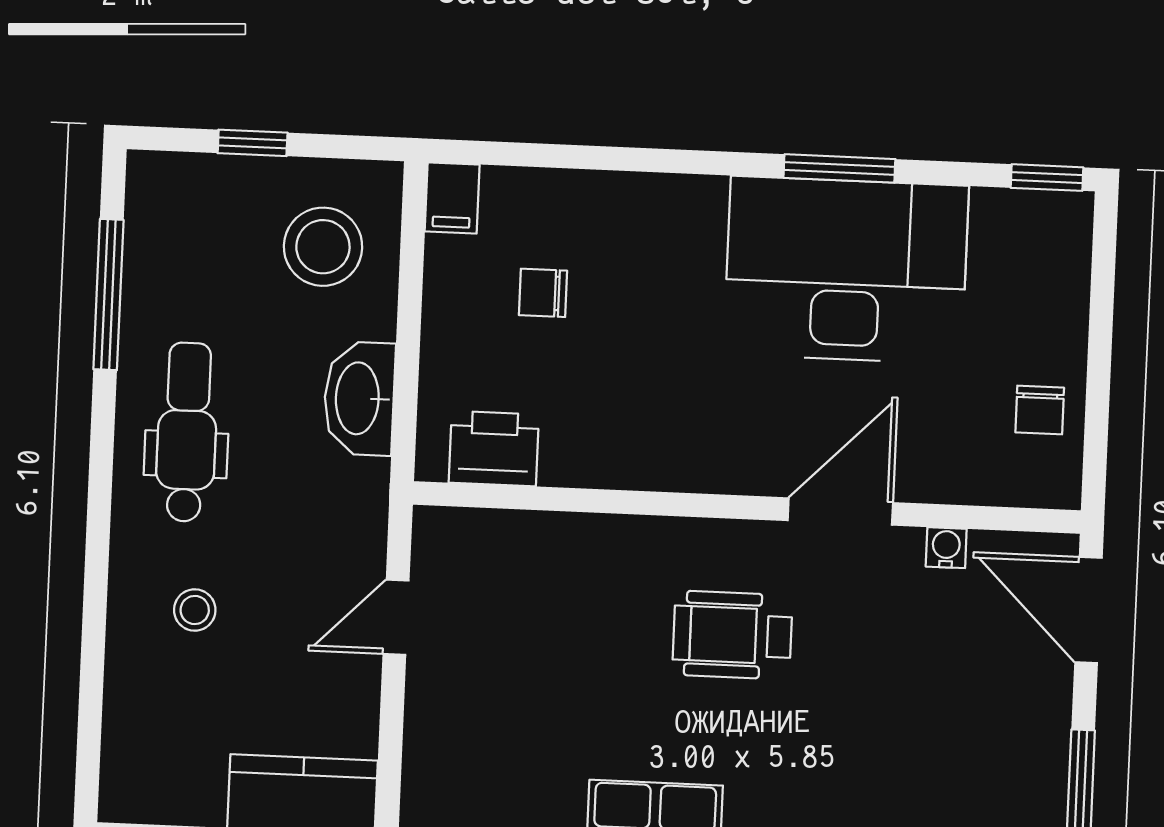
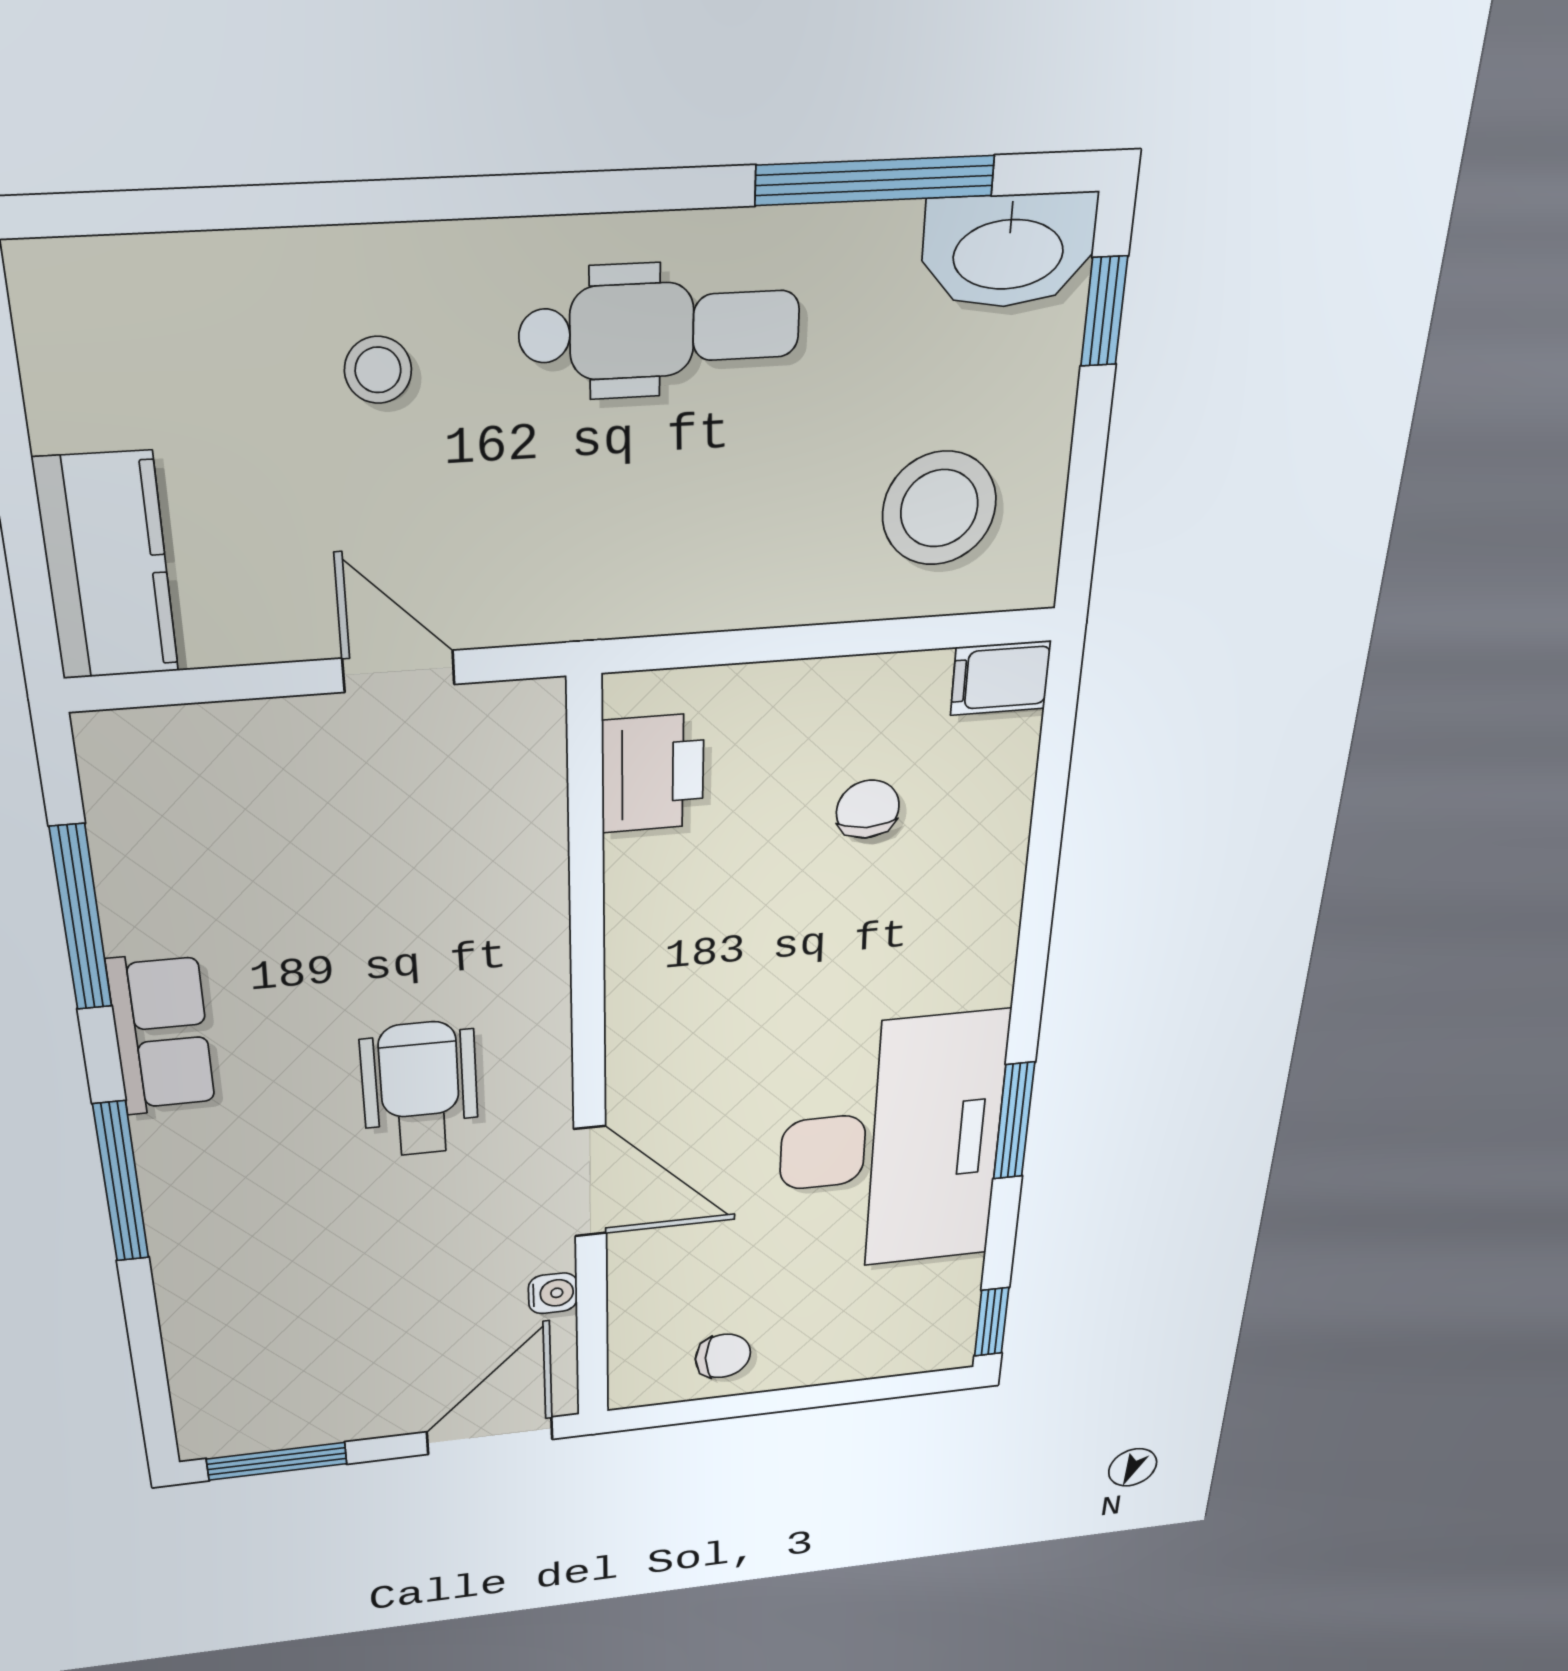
window: (253, 143) -> (1104, 311), moved
washbasin: (359, 398) -> (1009, 251), moved, turned 180
chair: (1040, 410) -> (723, 1356), turned 180

